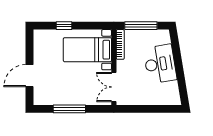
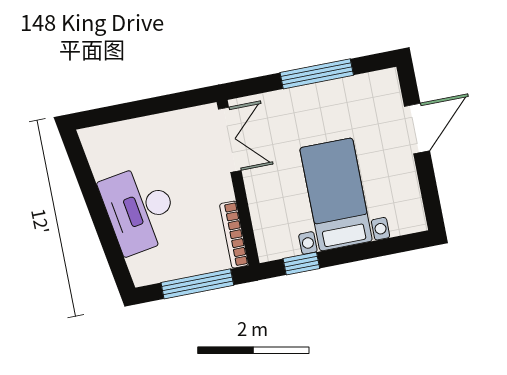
window: (64, 26) -> (301, 263), moved
bed with nightstands: (87, 50) -> (336, 194), moved, turned -90

